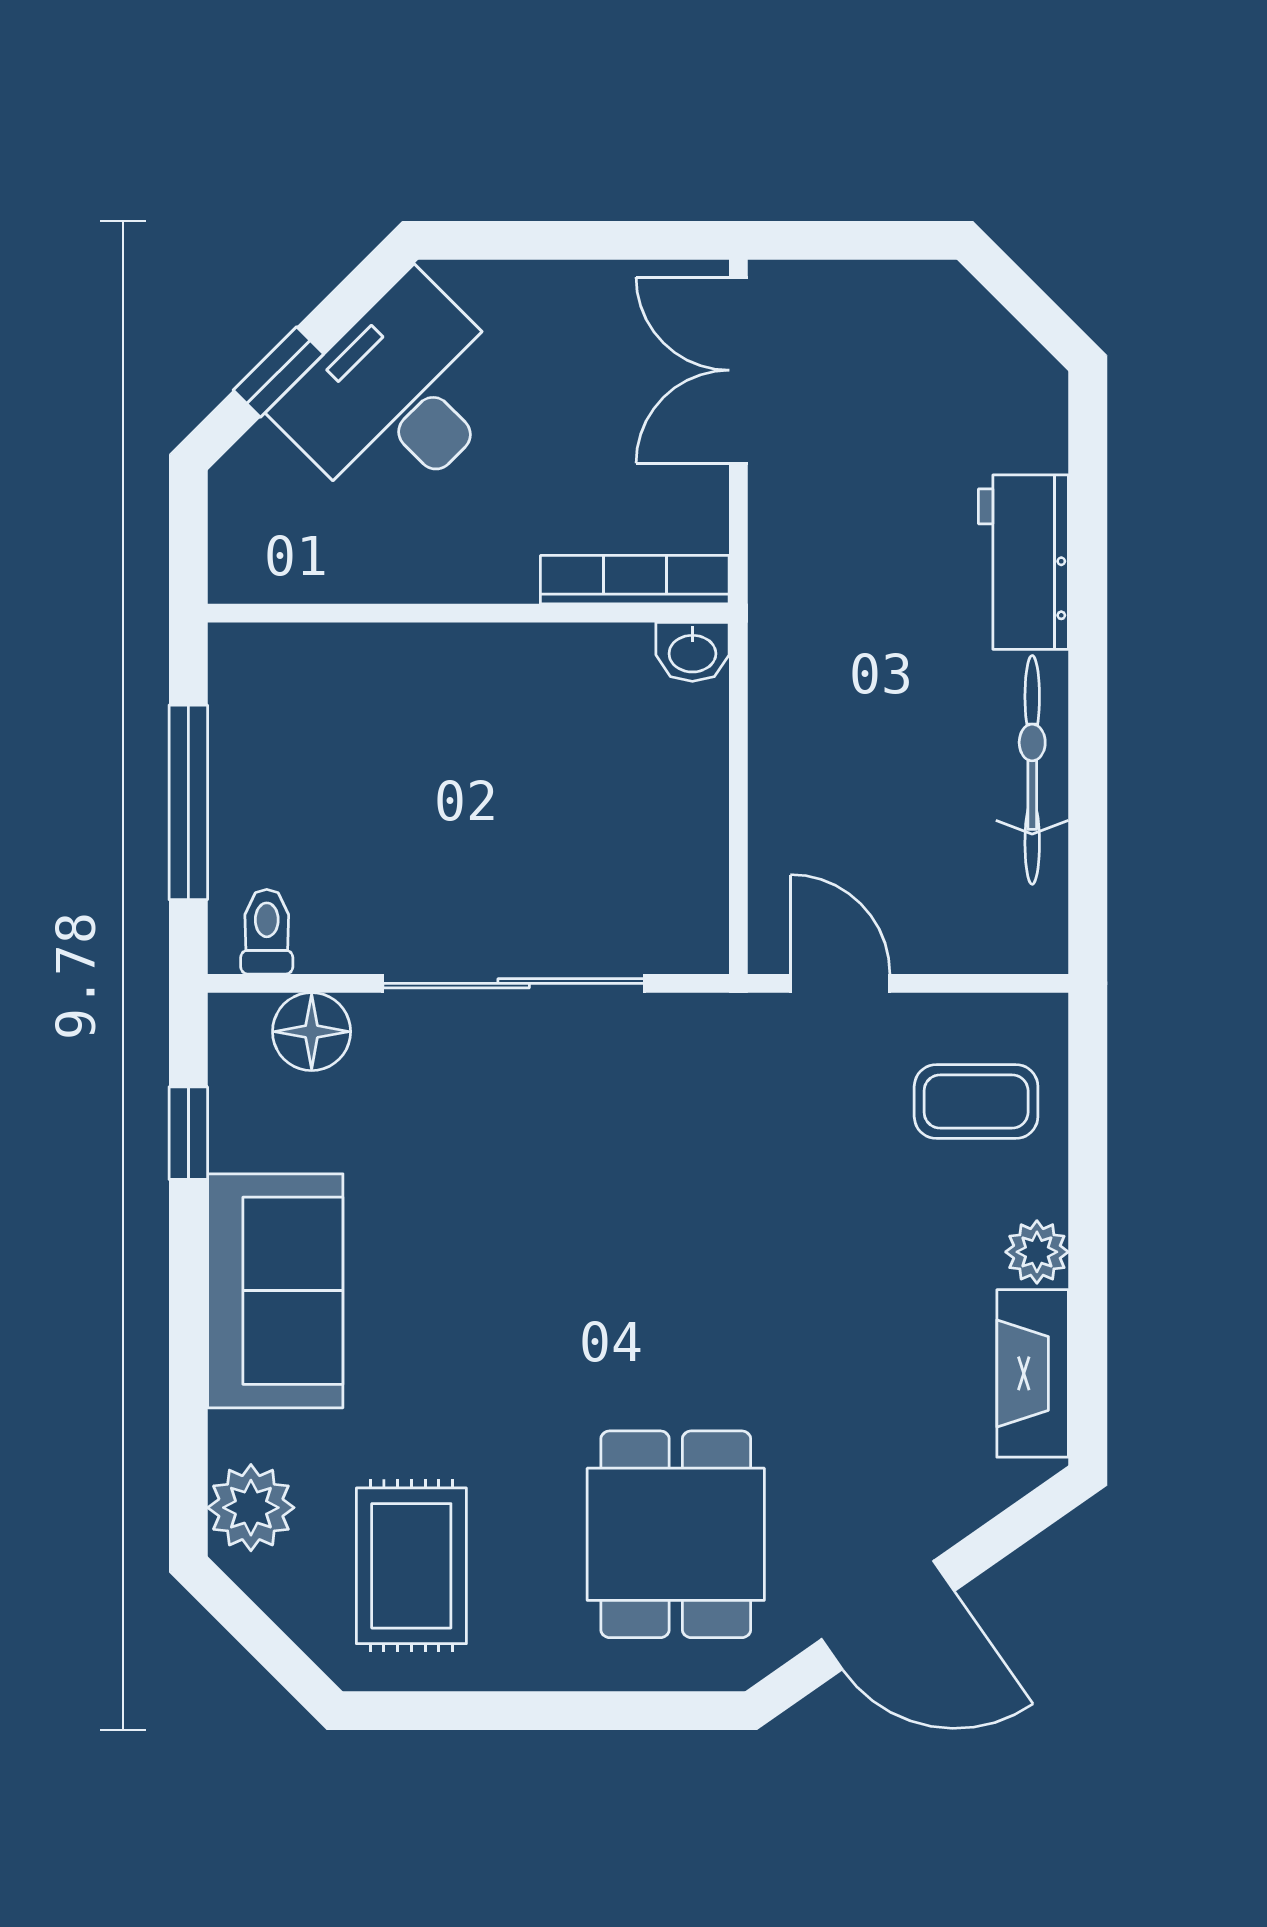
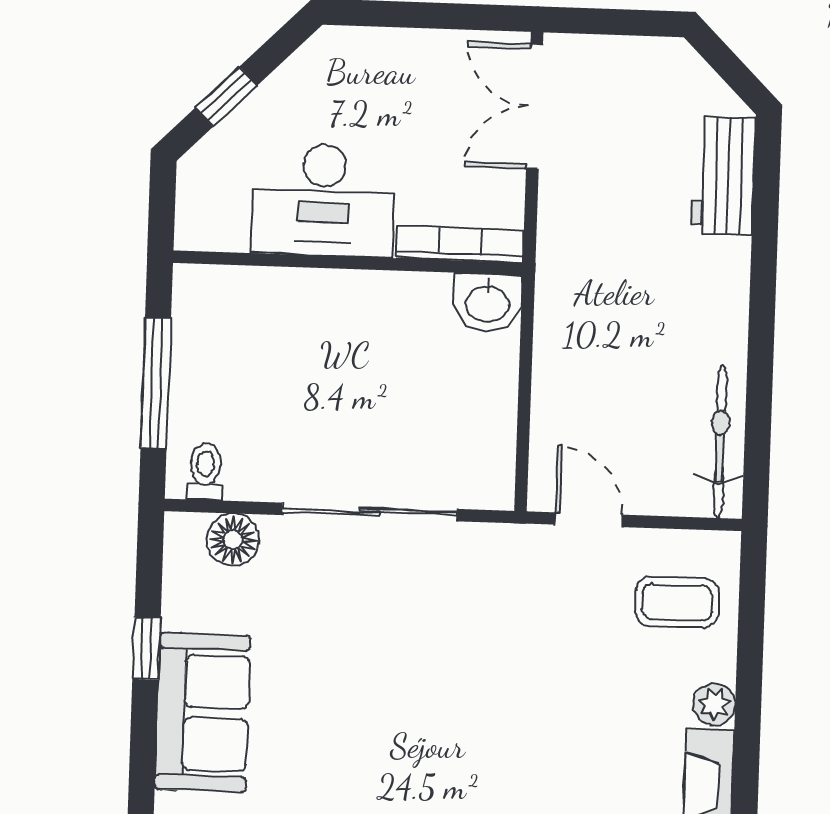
desk: (398, 397) -> (324, 200), moved, turned -135
workbench: (1023, 562) -> (724, 176), moved
washbasin: (692, 652) -> (488, 303), width x1.38, depth x1.45
bicycle: (1032, 770) -> (720, 441), moved
window: (188, 1133) -> (146, 648), moved

